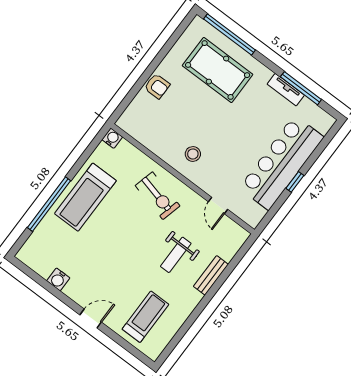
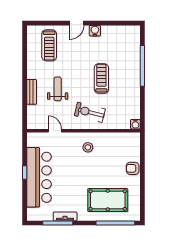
treadmill: (85, 197) -> (101, 78), moved, width x0.73, depth x0.73
water cooler: (58, 279) -> (95, 31), moved

